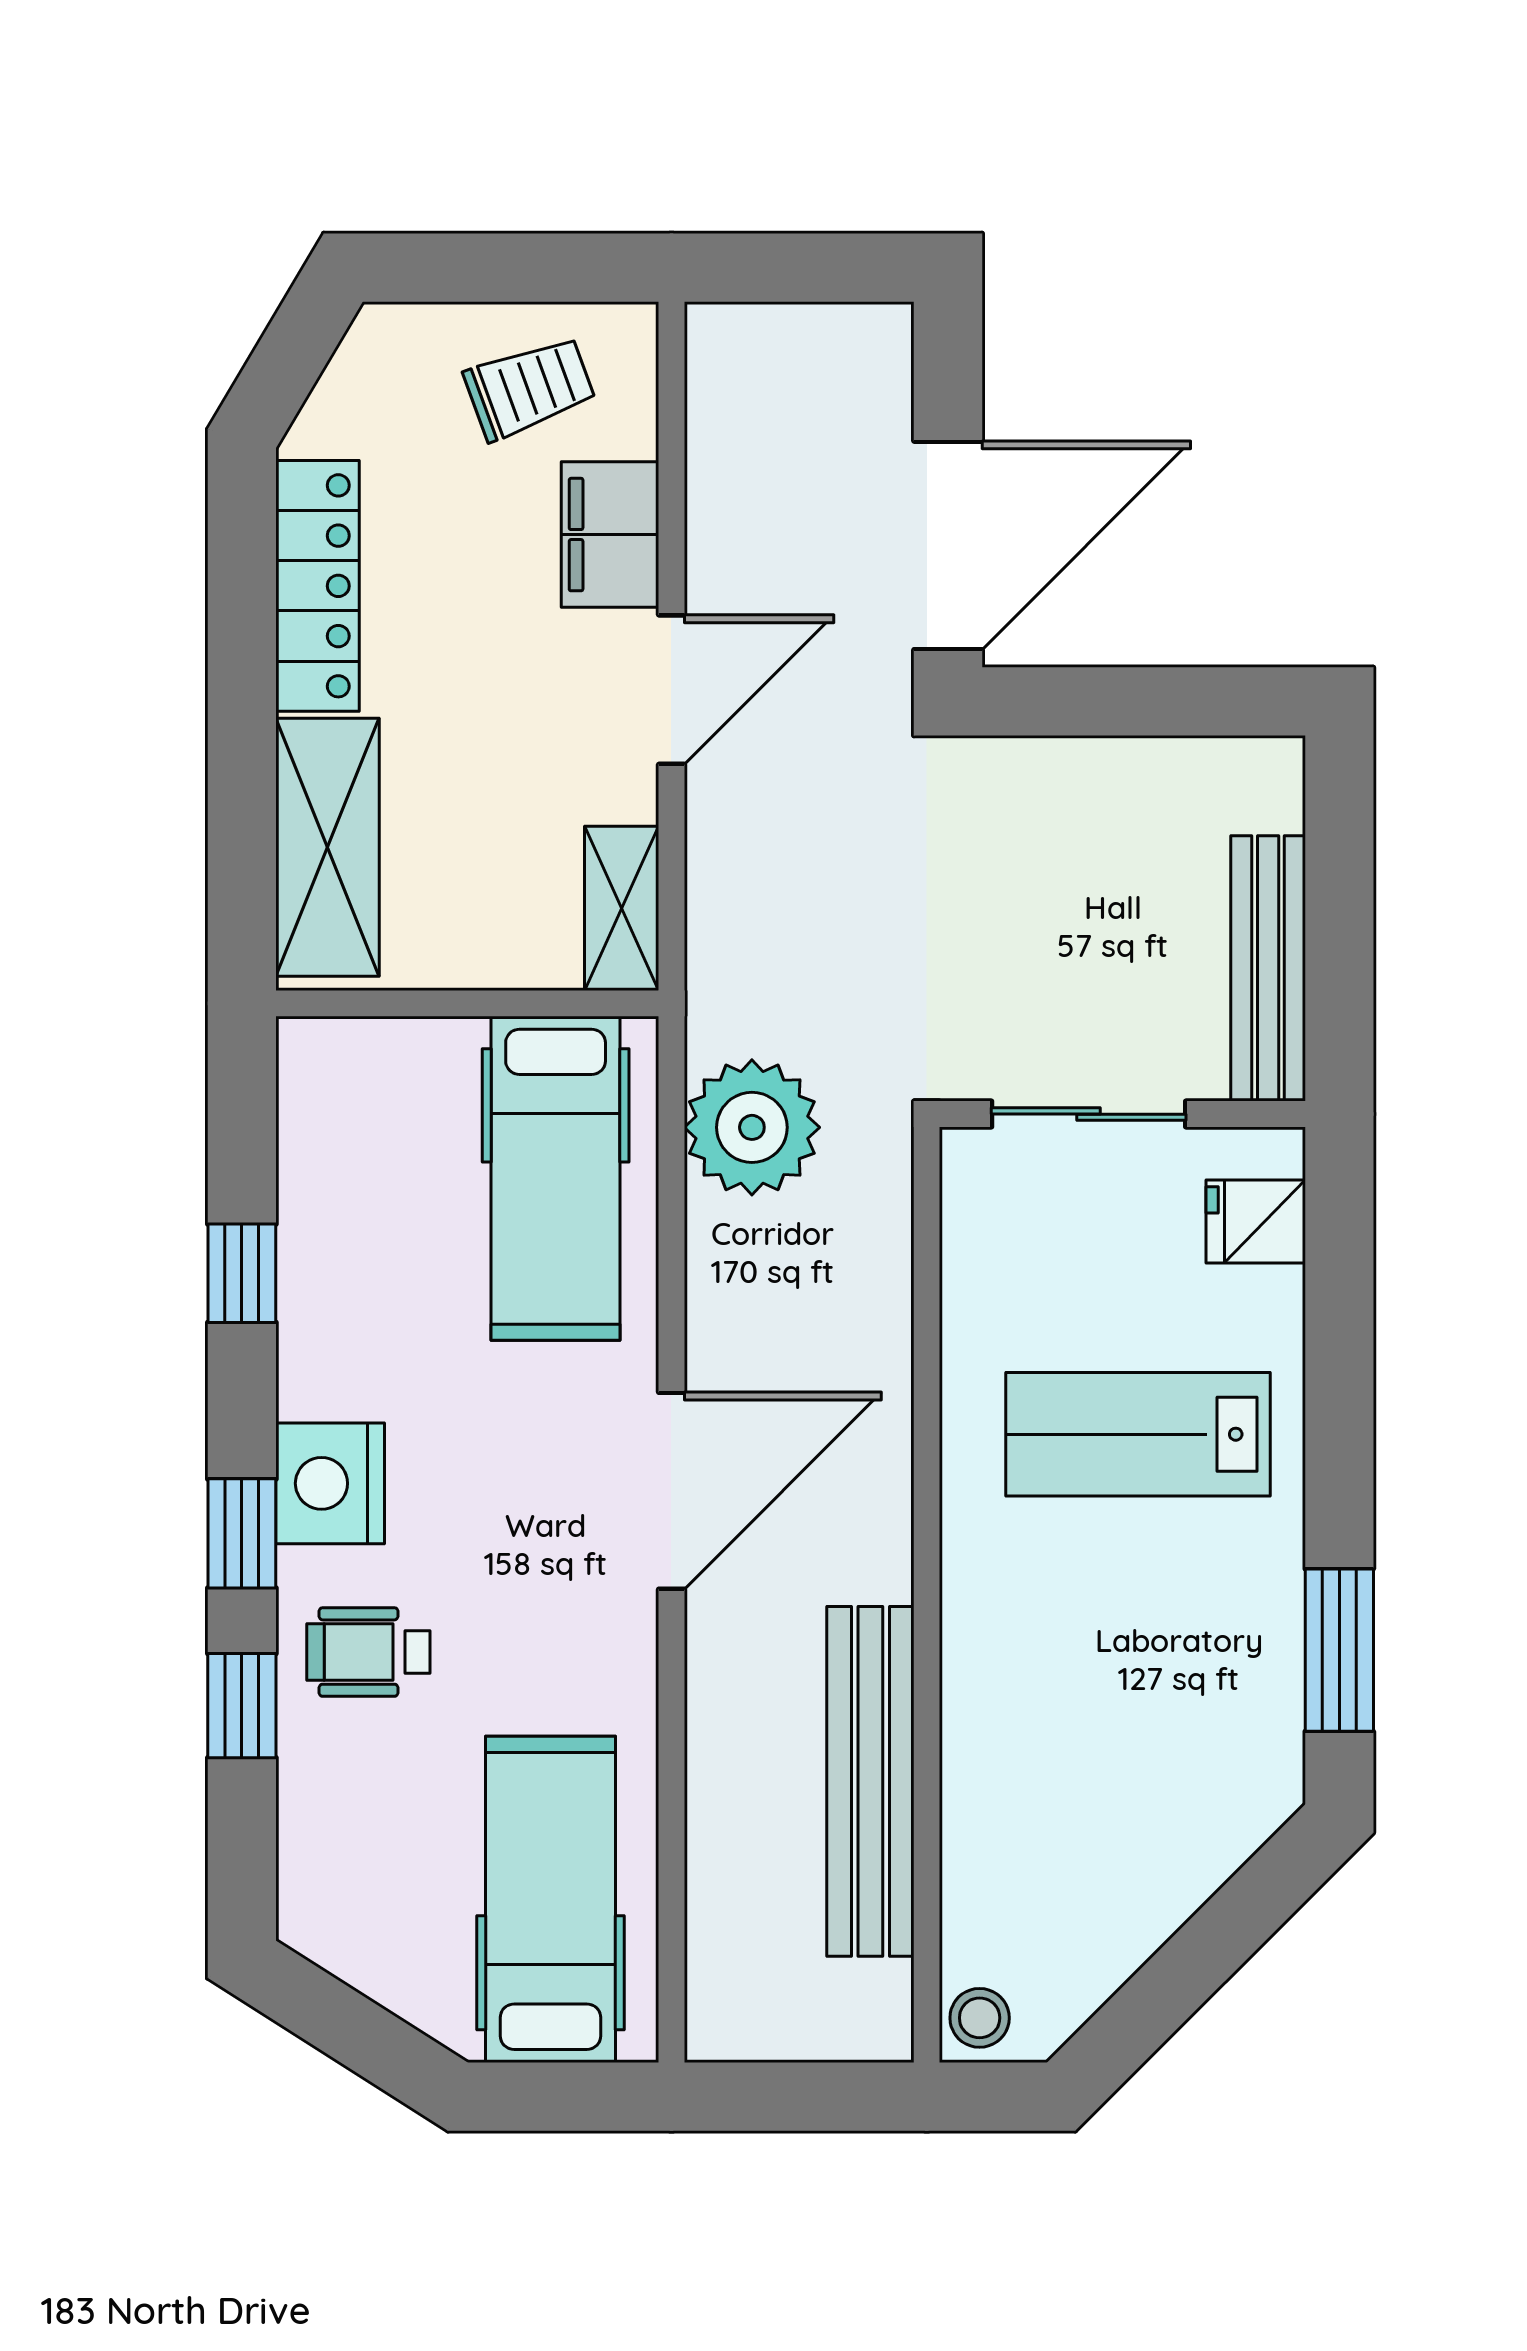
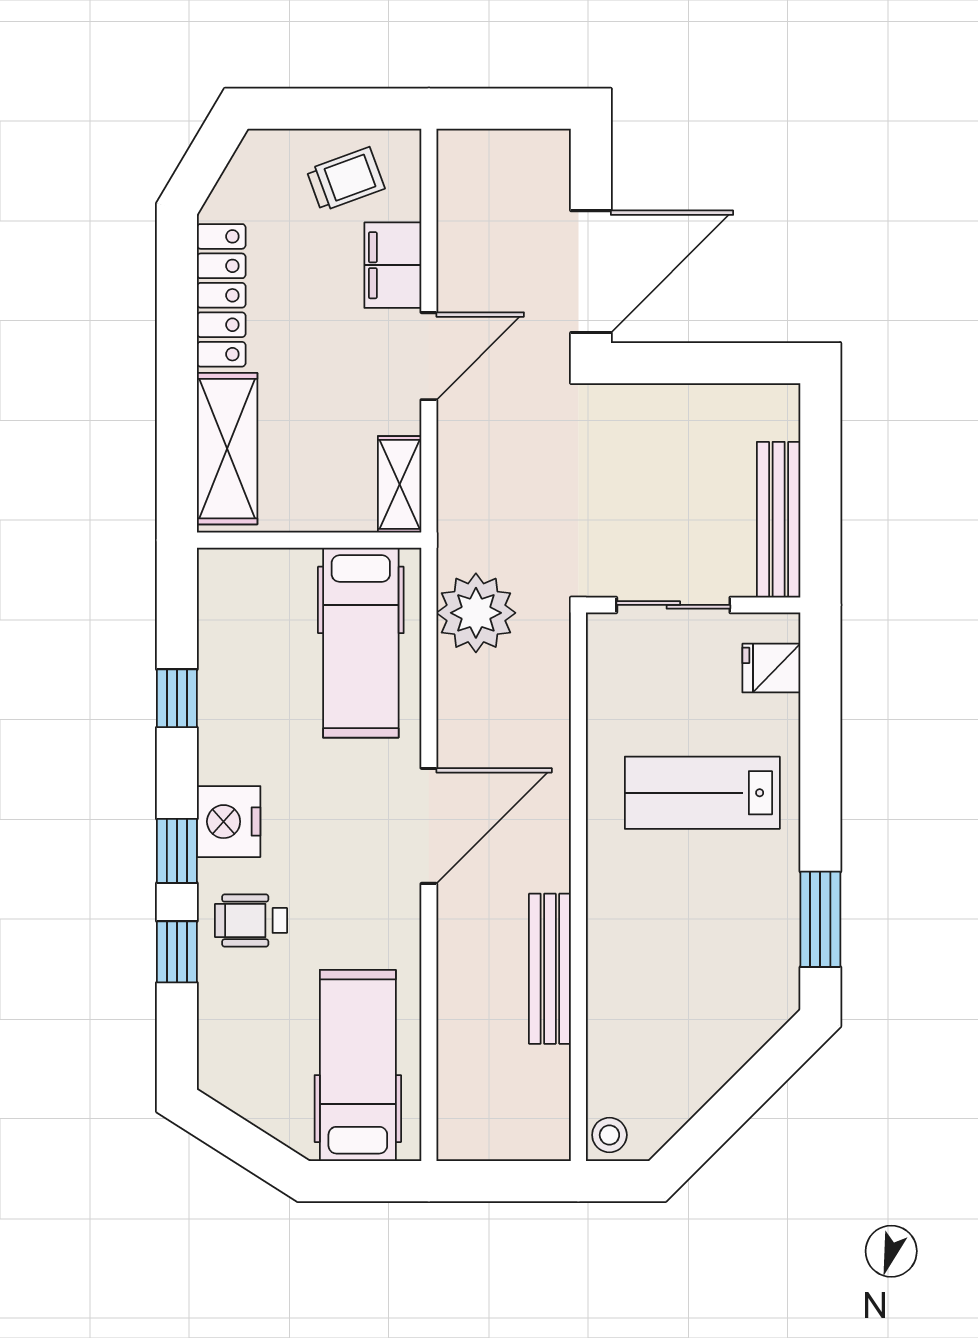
bench: (870, 1781) -> (550, 969), width x0.73, depth x0.82

